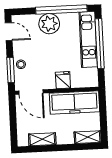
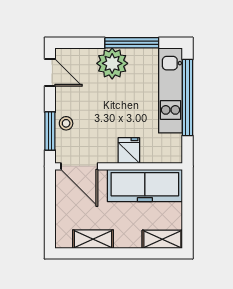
window: (61, 10) -> (132, 43), width x0.68

